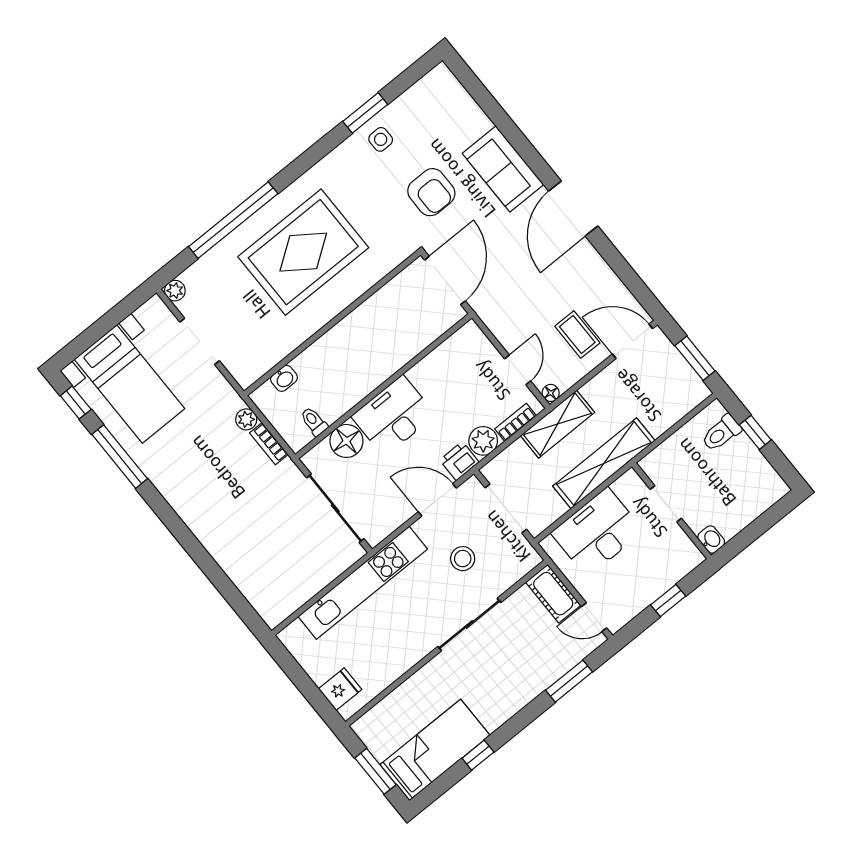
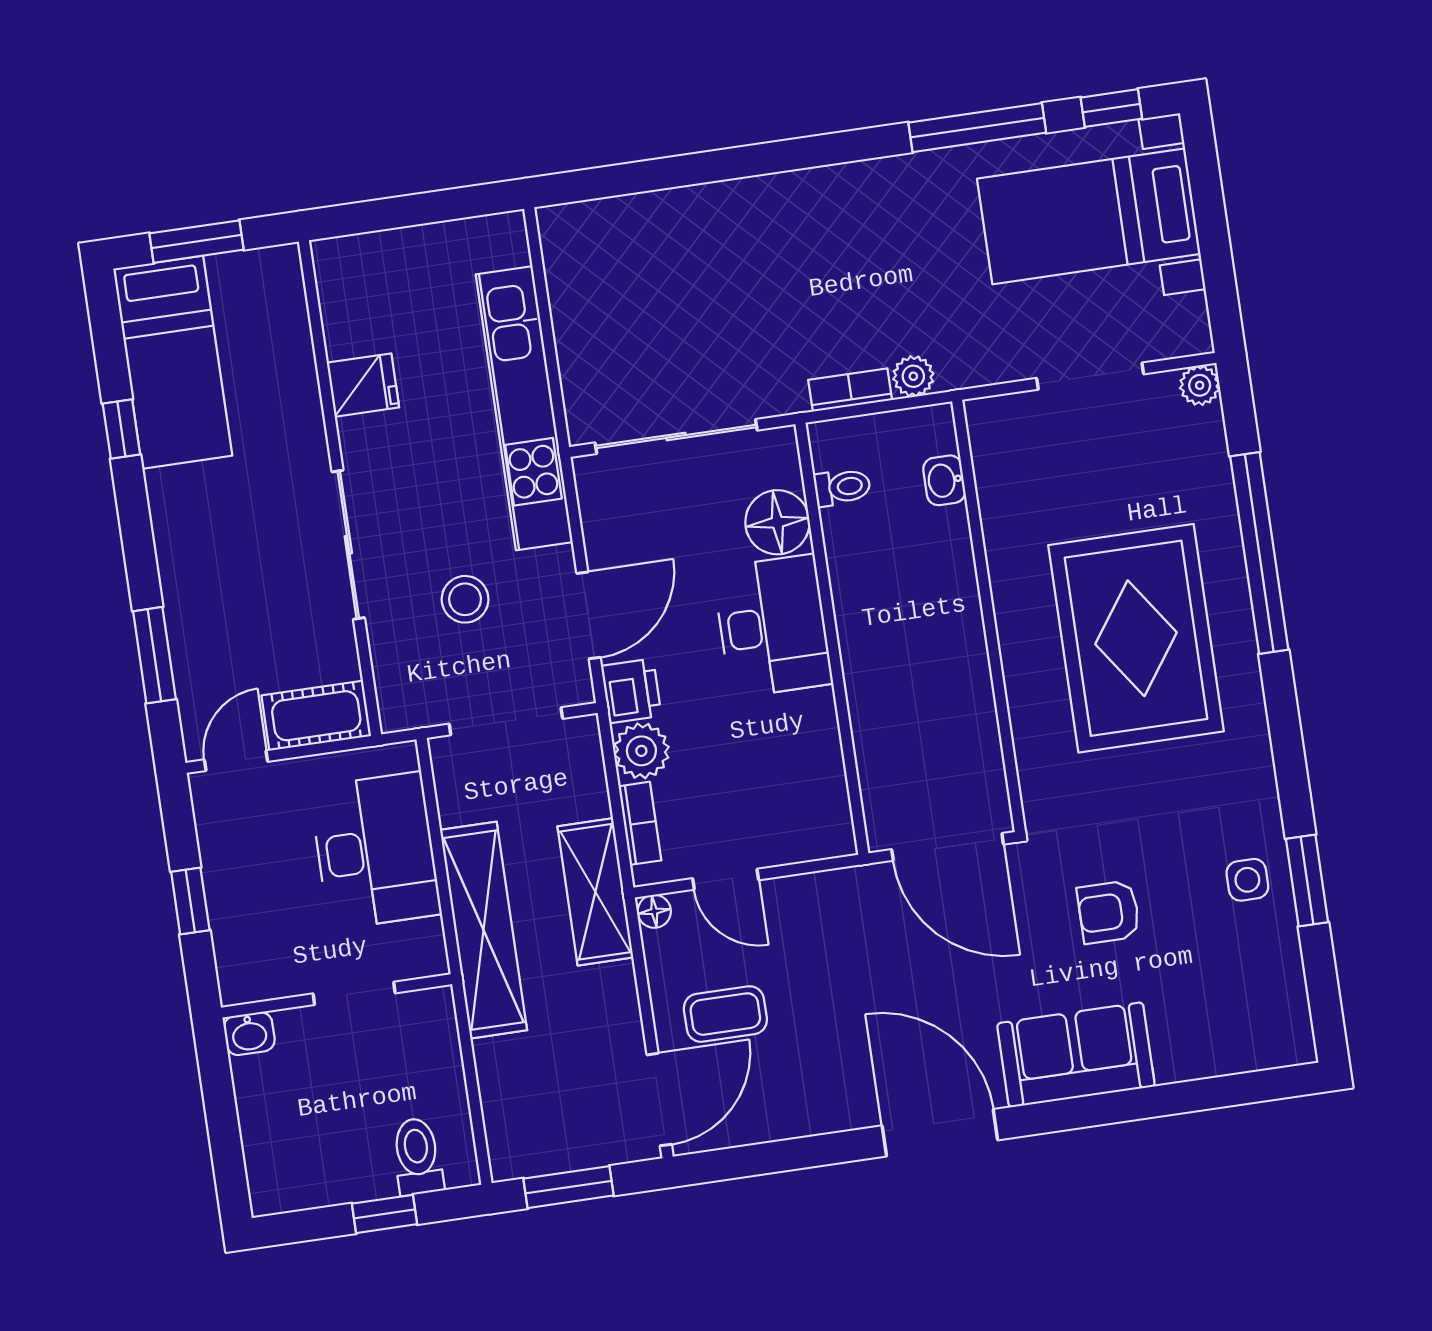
armchair: (431, 192) -> (1109, 912), width x0.72, depth x0.72
fridge: (340, 689) -> (363, 385), moved, turned -90

